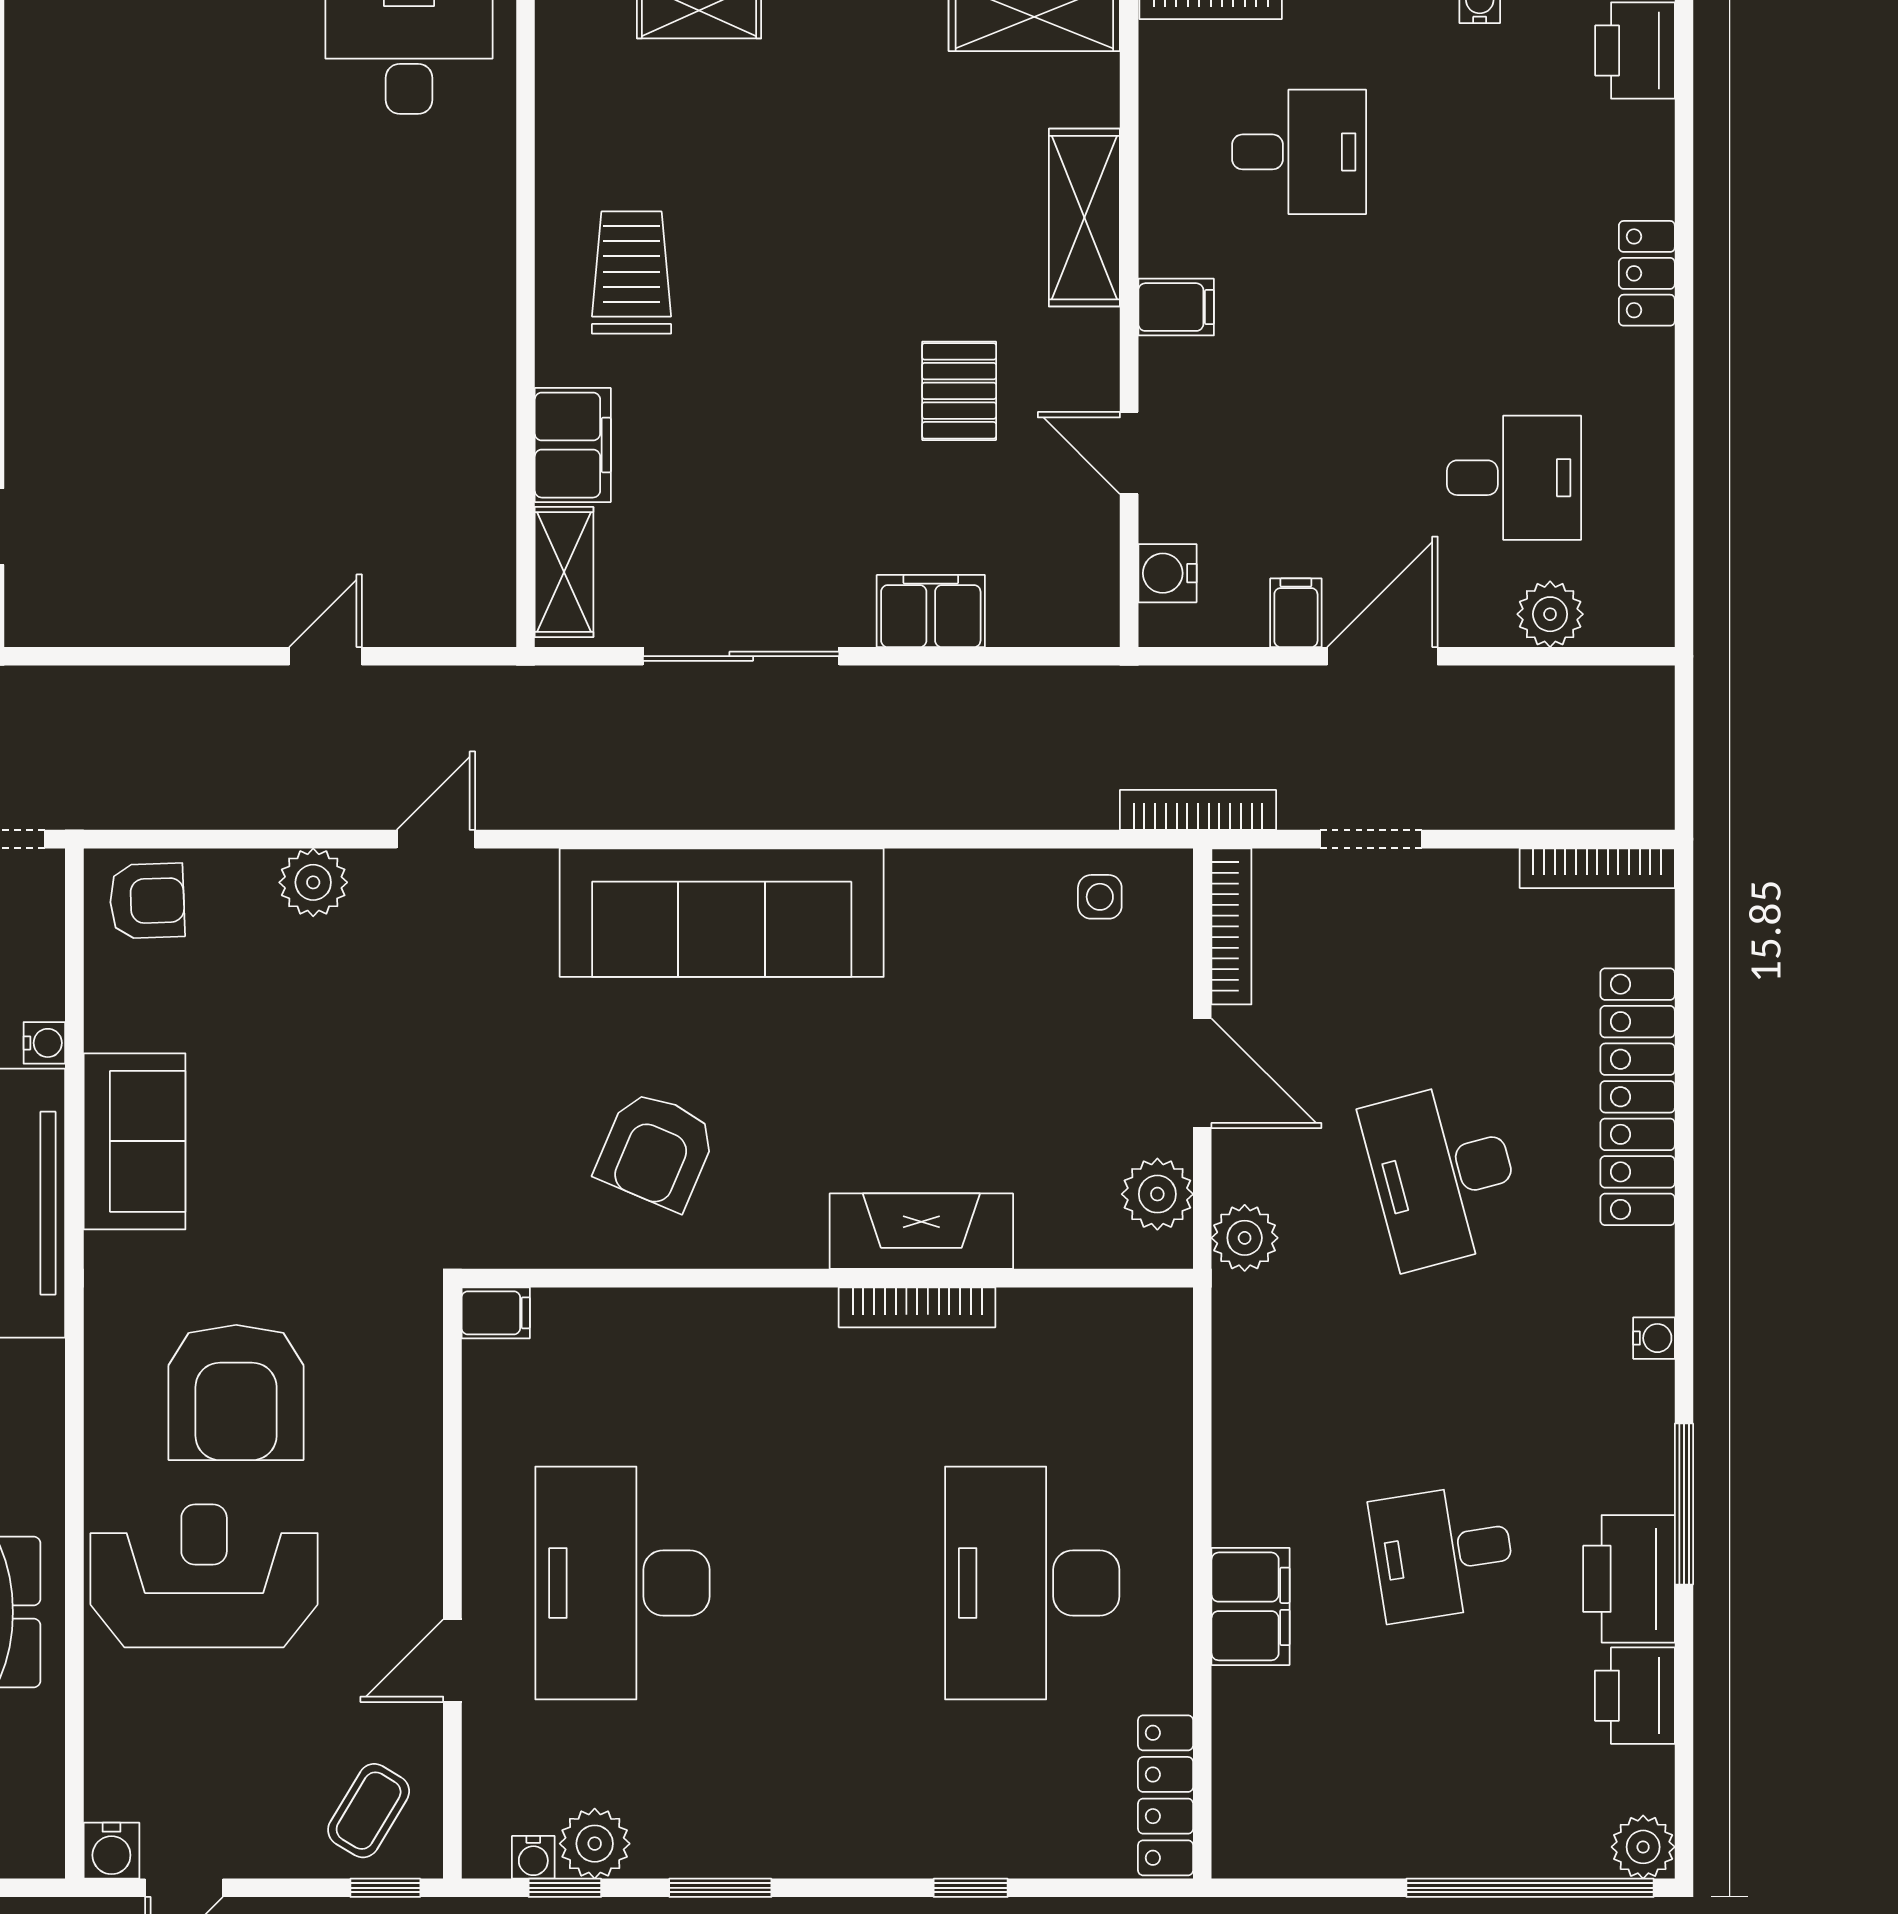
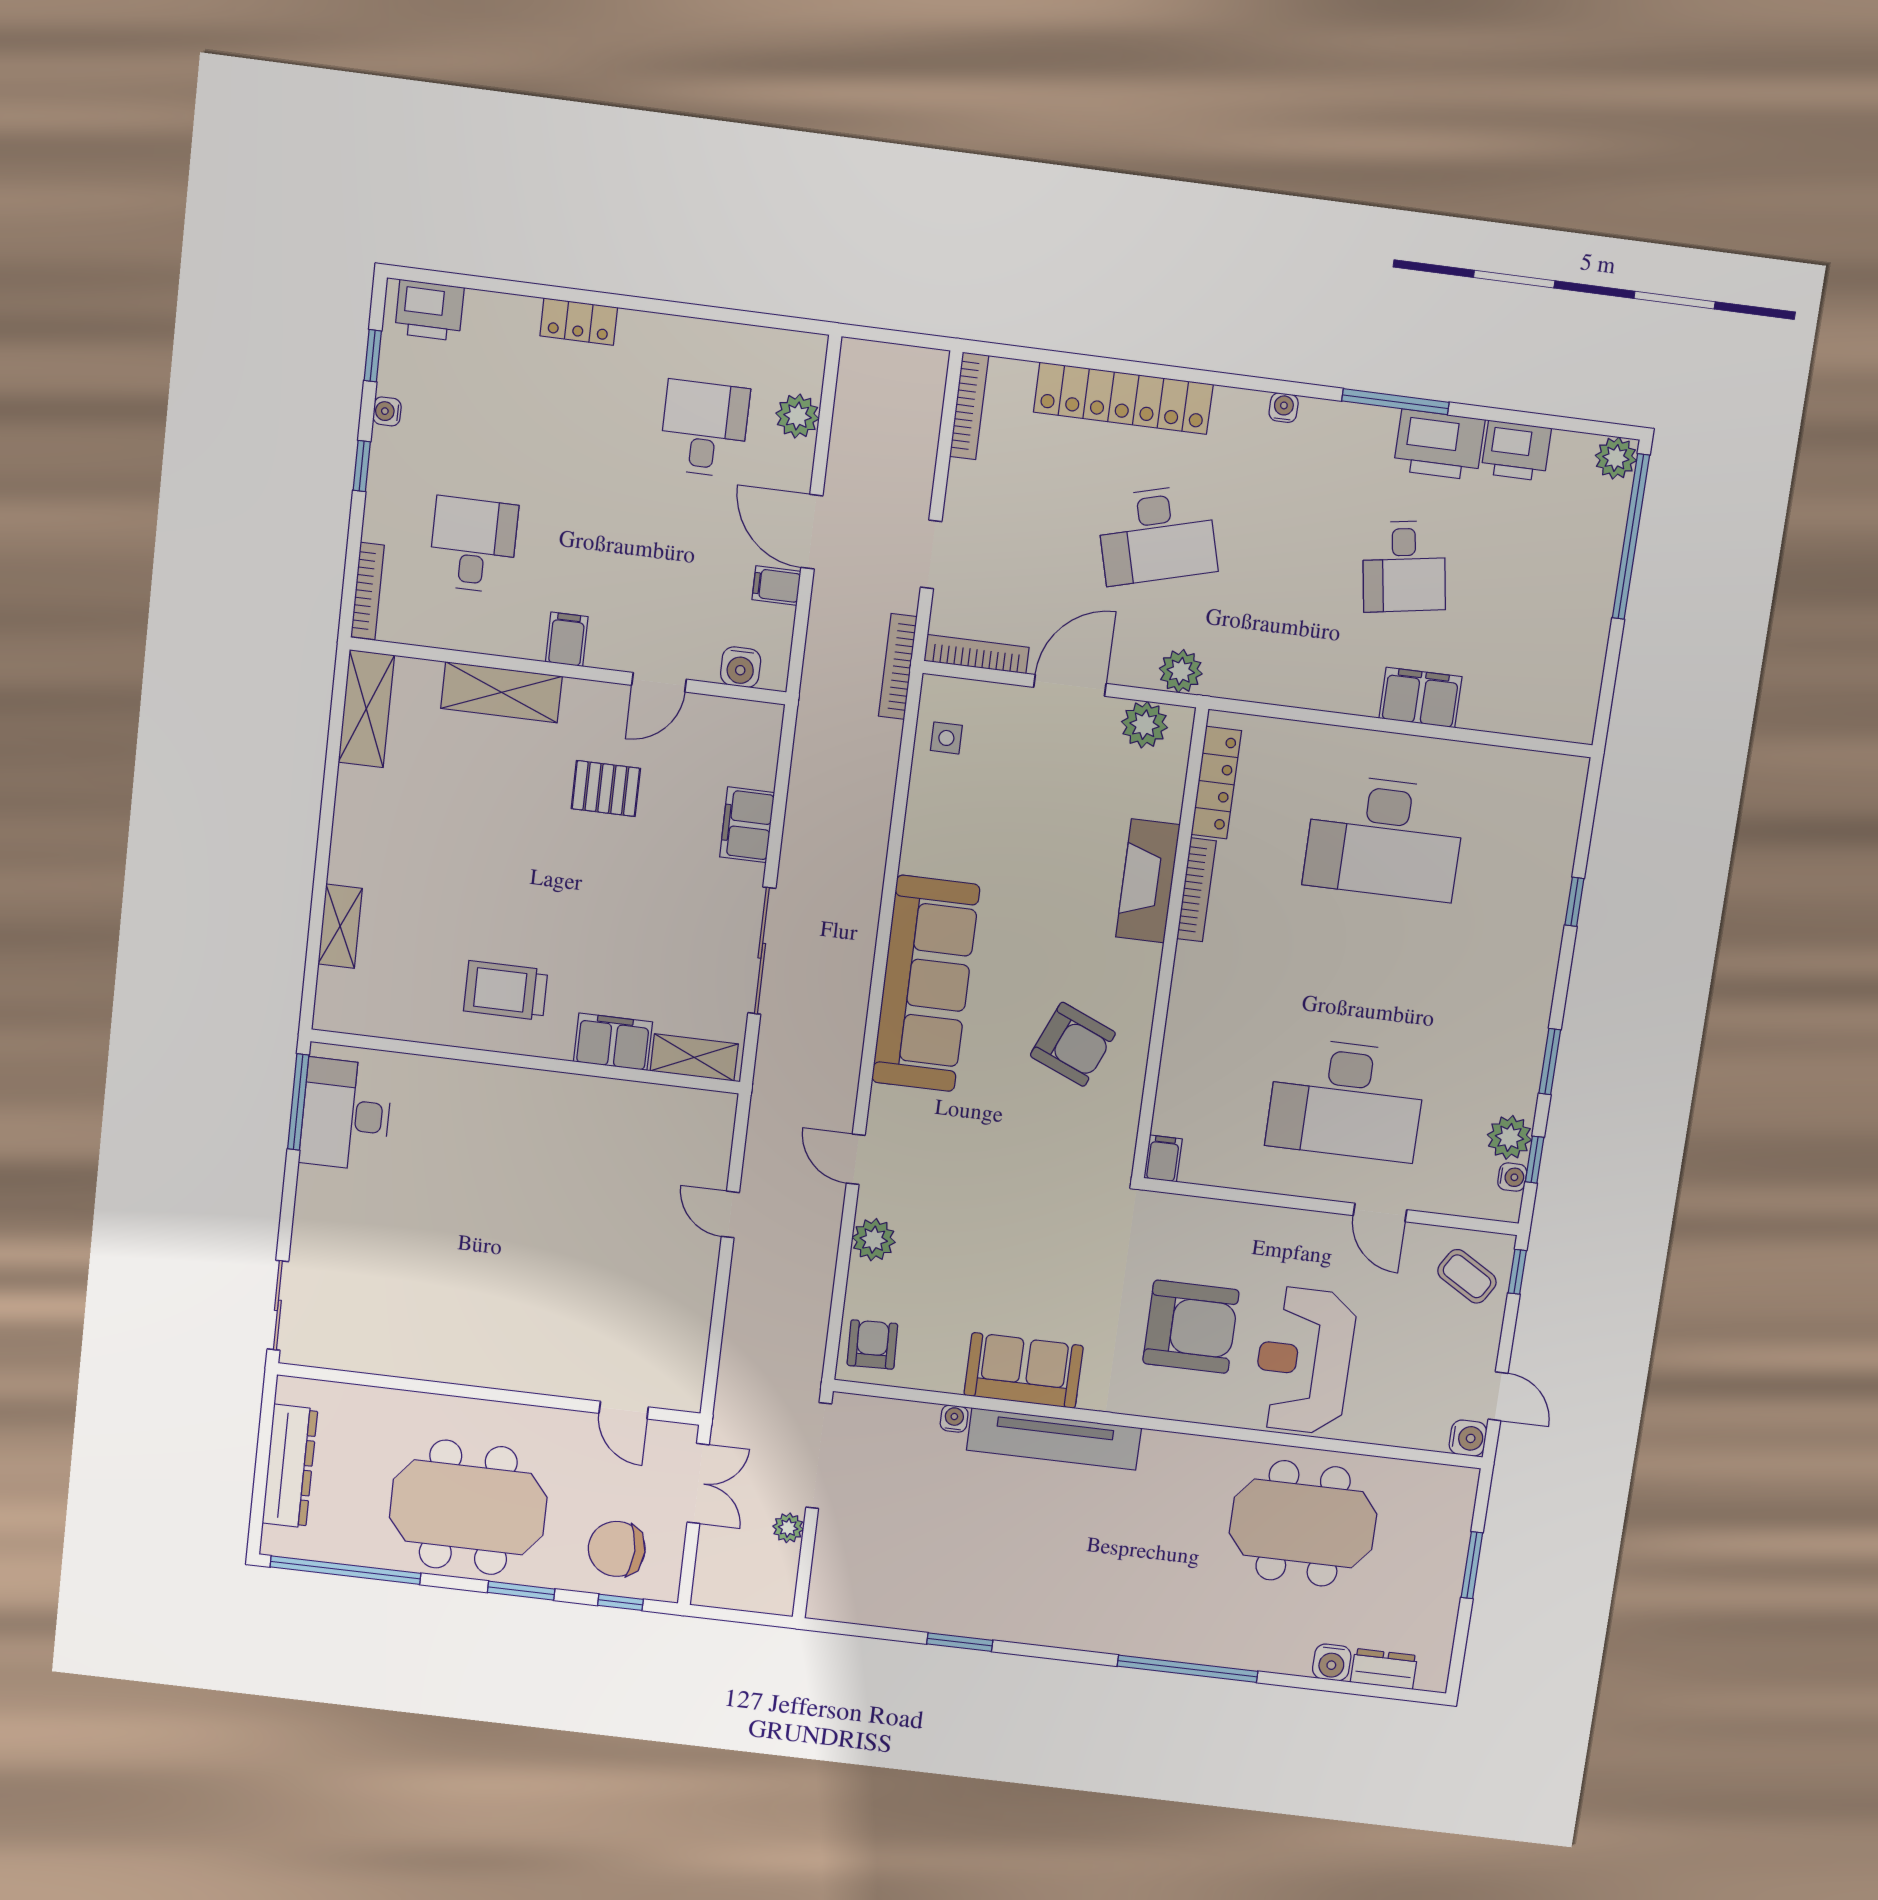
locker: (1166, 1795) -> (1216, 783), moved, turned -90

